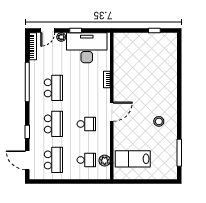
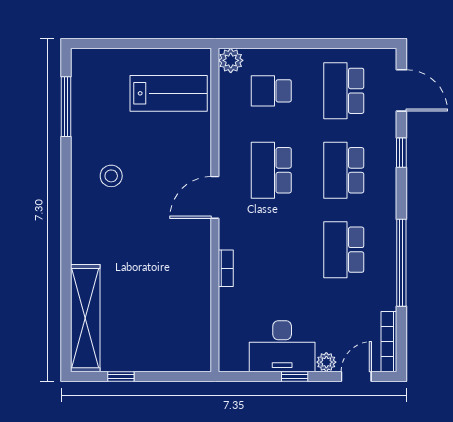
desk: (87, 48) -> (282, 346), width x0.73, depth x0.77
shelving: (171, 57) -> (85, 318), added
school desk: (86, 124) -> (271, 170), width x1.85
plant: (105, 161) -> (231, 60), moved

